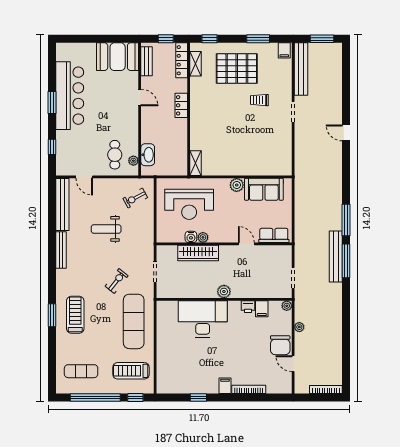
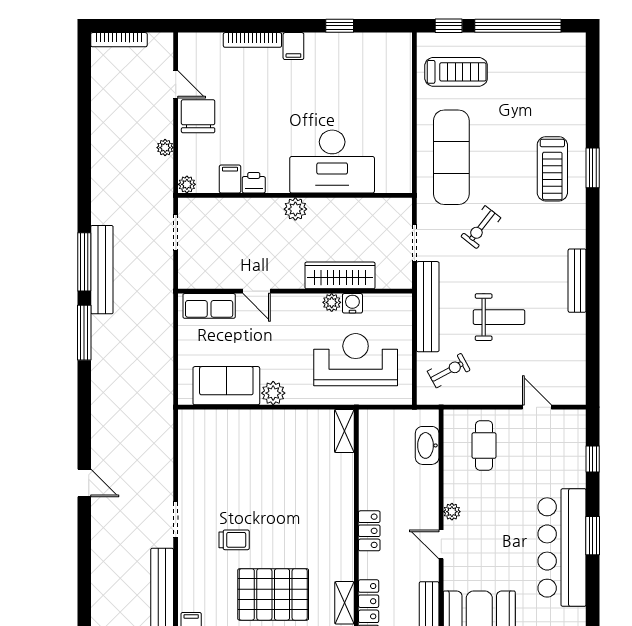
plant: (133, 161) -> (452, 512), moved
bench: (62, 204) -> (428, 307), moved
exercise mat: (81, 371) -> (542, 71), removed

